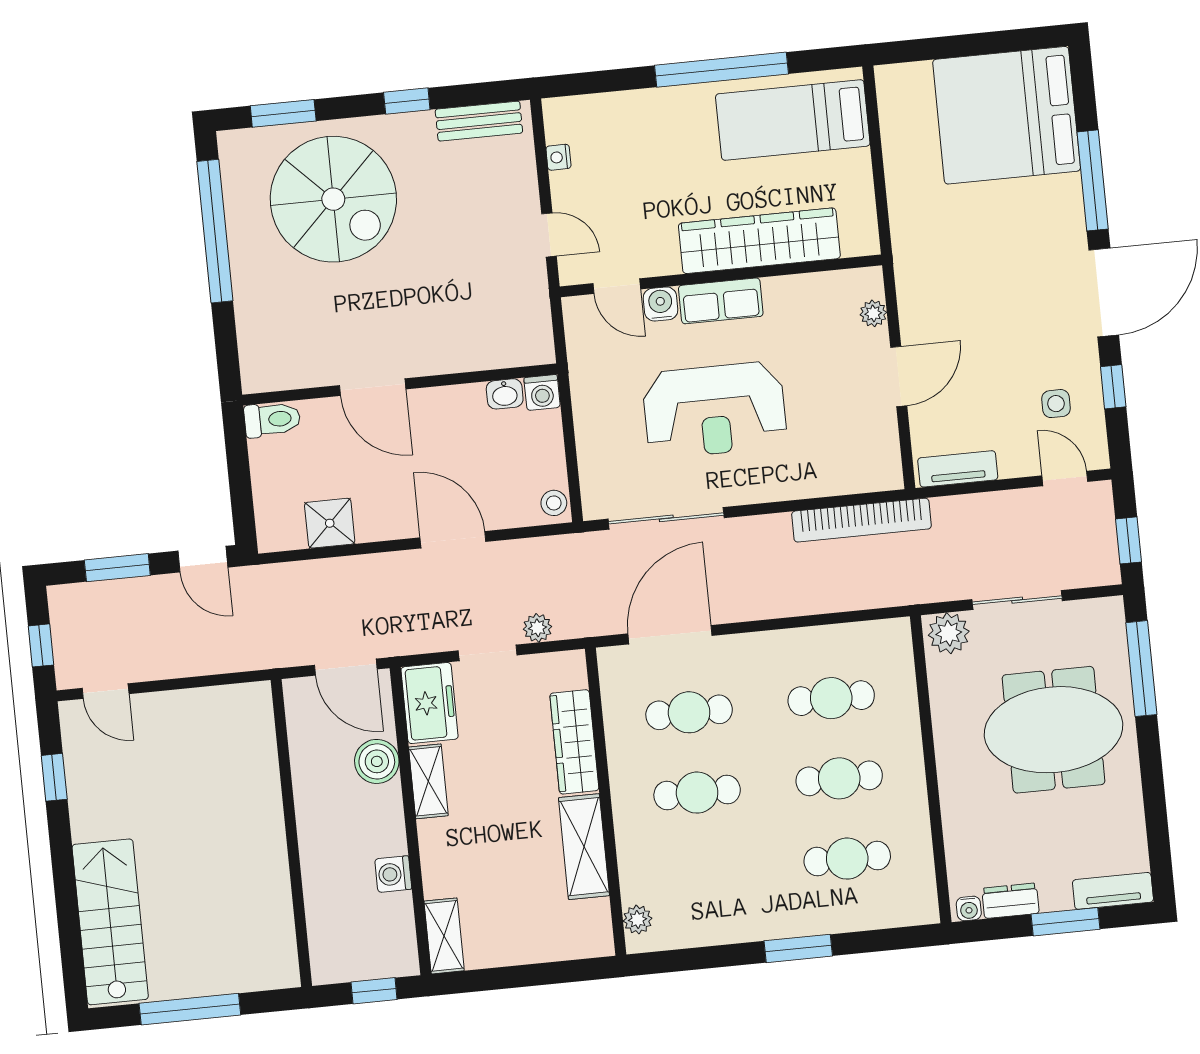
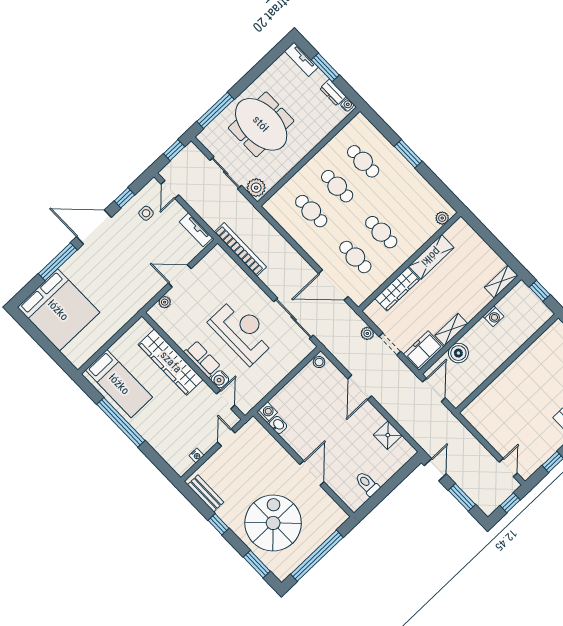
wall: (400, 384) -> (303, 464), moved
door: (373, 387) -> (312, 473), moved
washing machine: (542, 392) -> (267, 412), moved
washbasin: (505, 394) -> (278, 425), moved

